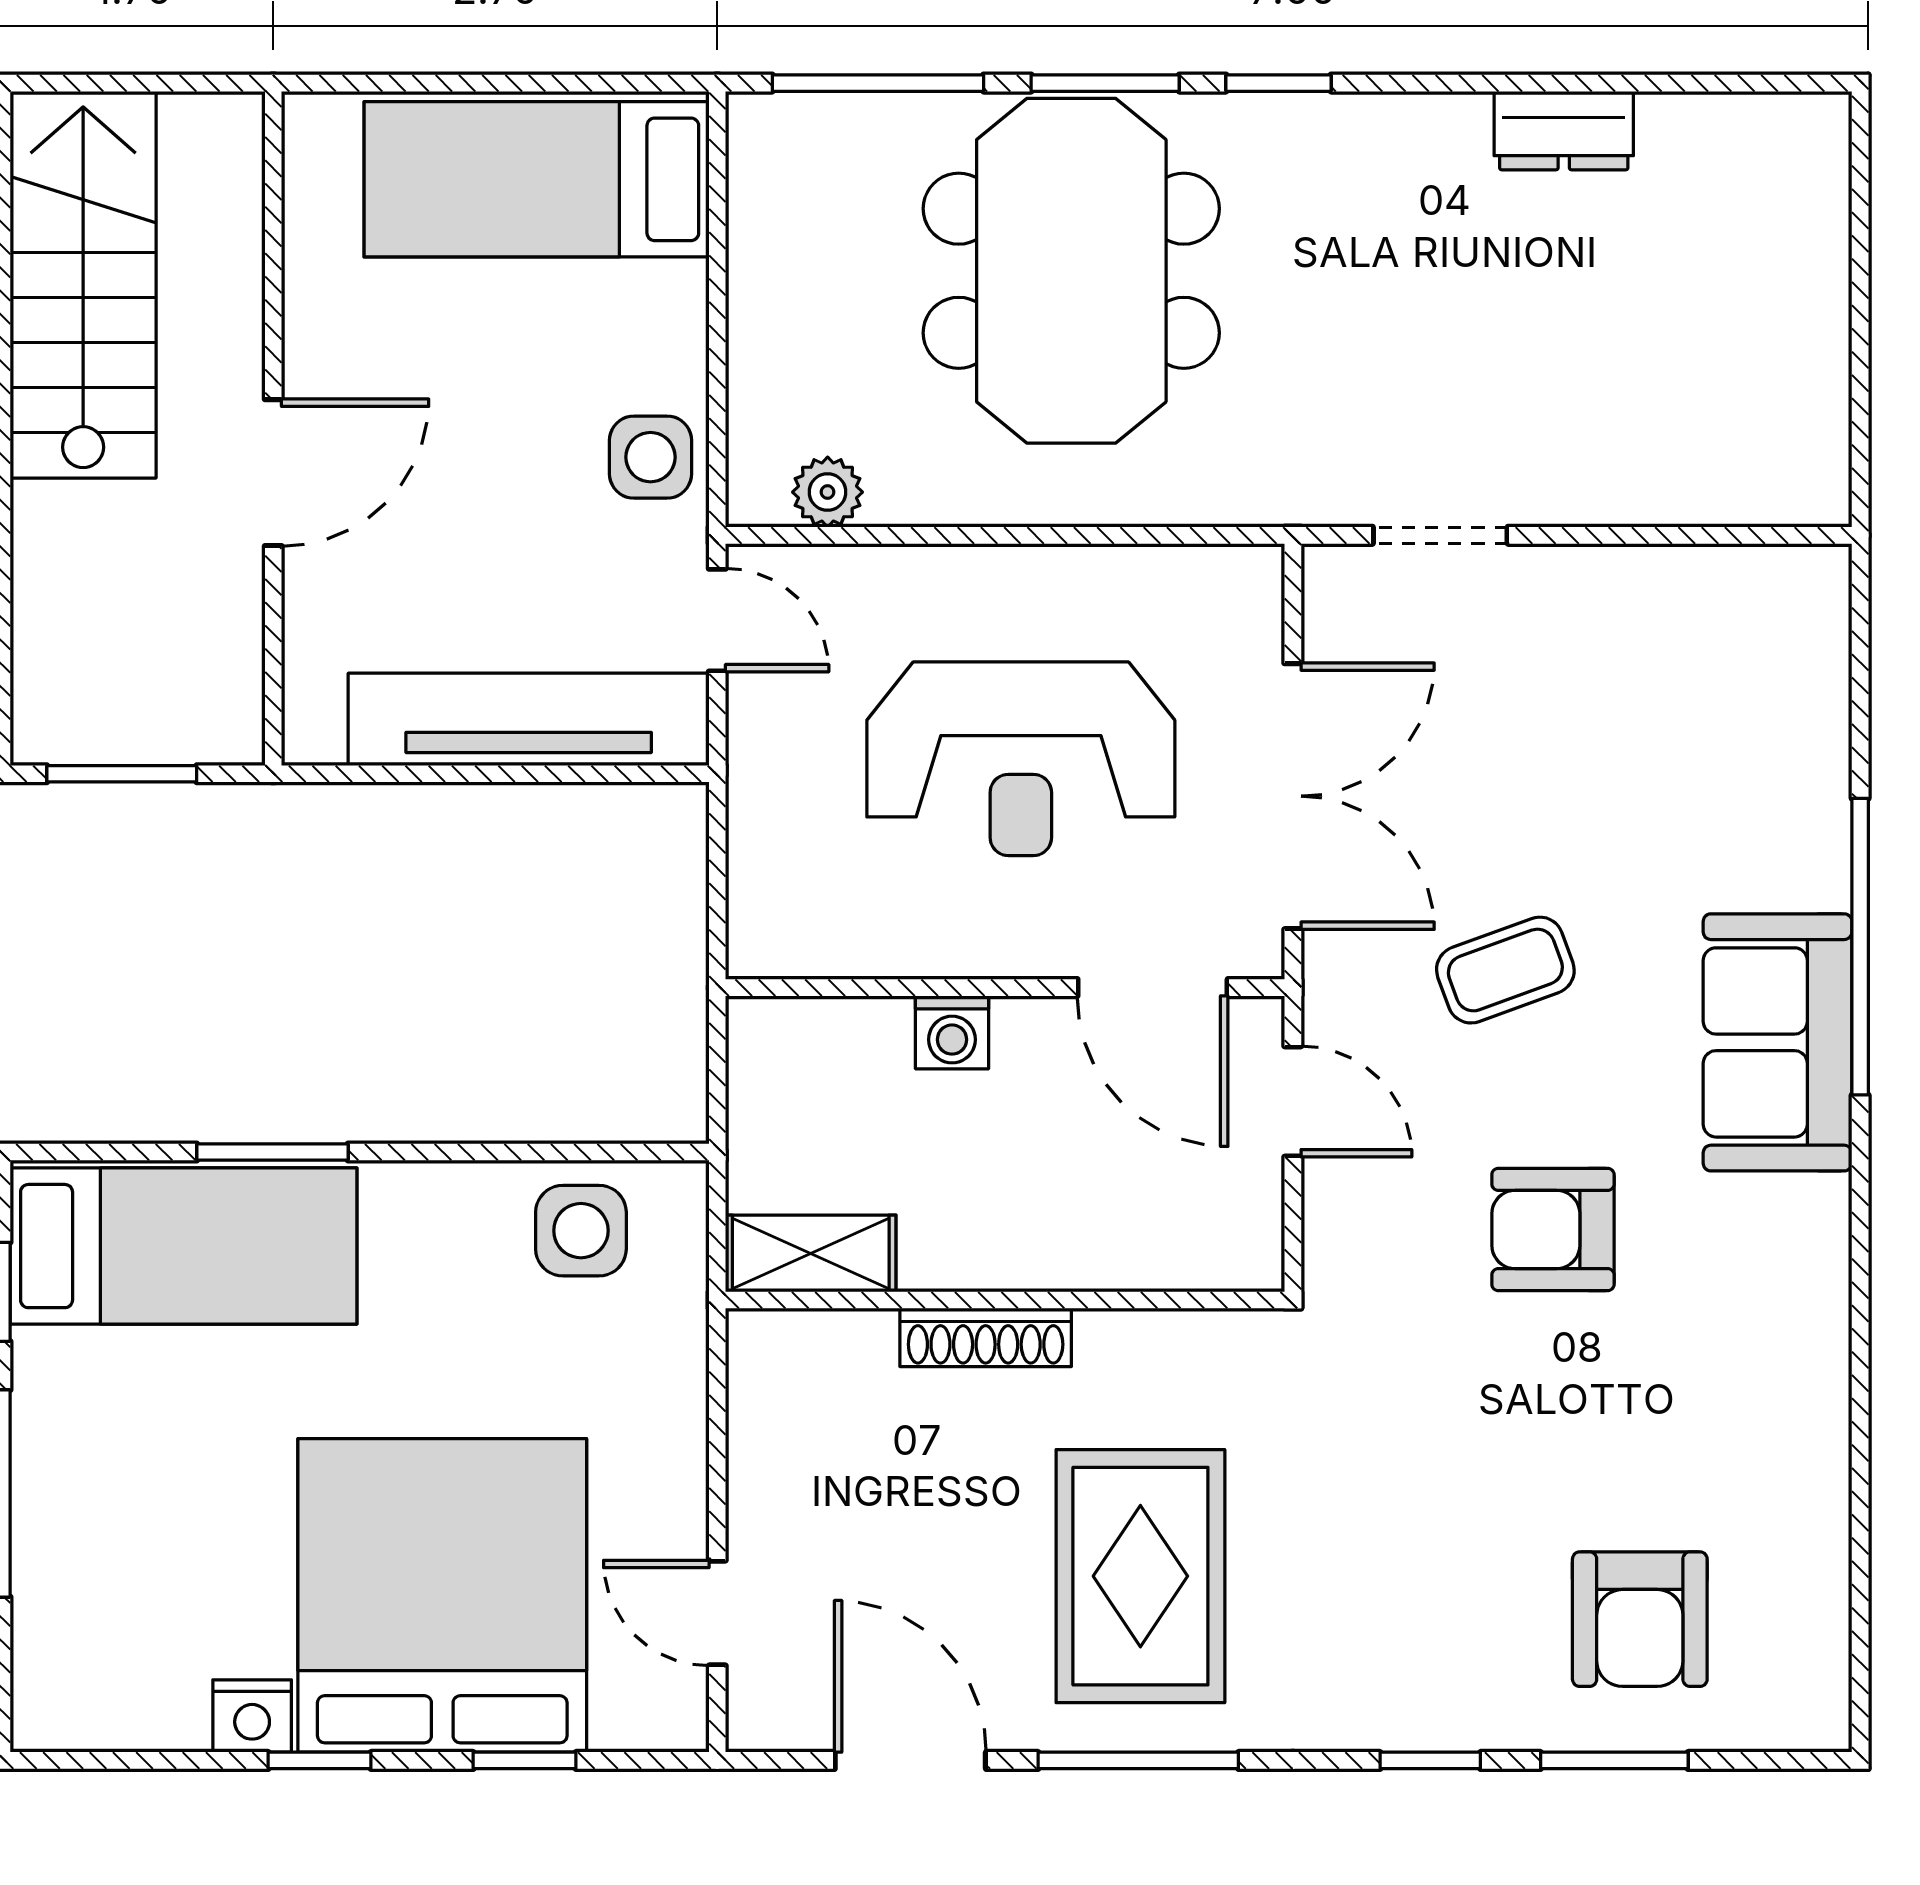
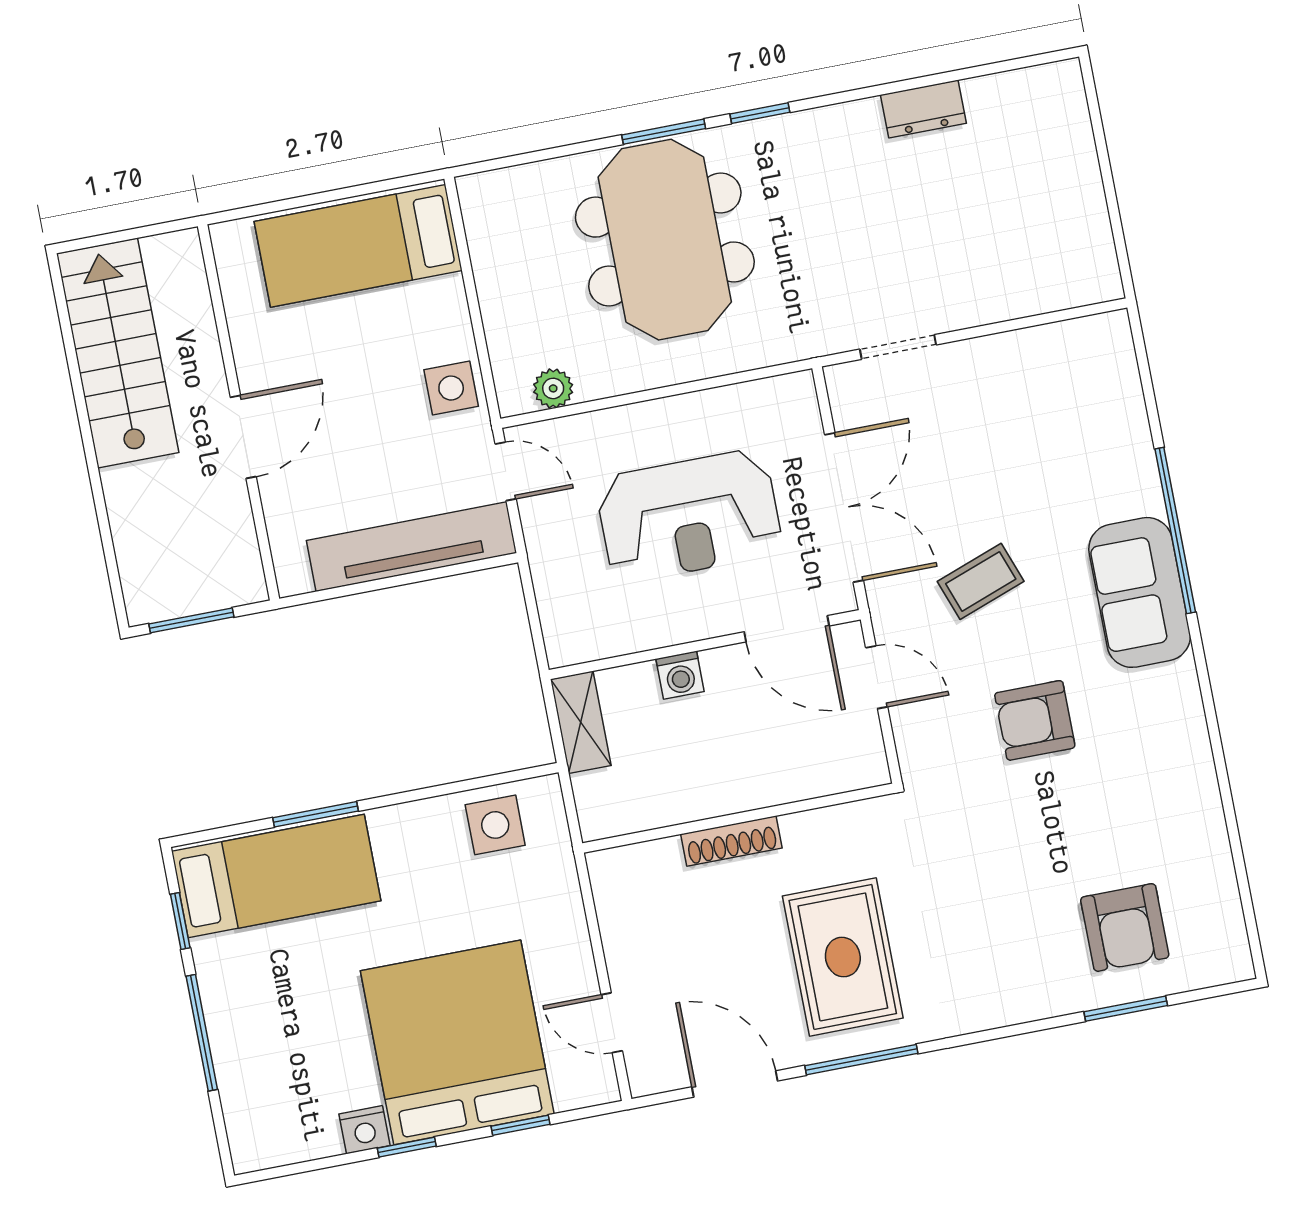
window: (878, 83) -> (537, 156), removed
shelving: (811, 1253) -> (581, 722), moved, turned 90
window: (1430, 1760) -> (1023, 1028), removed

